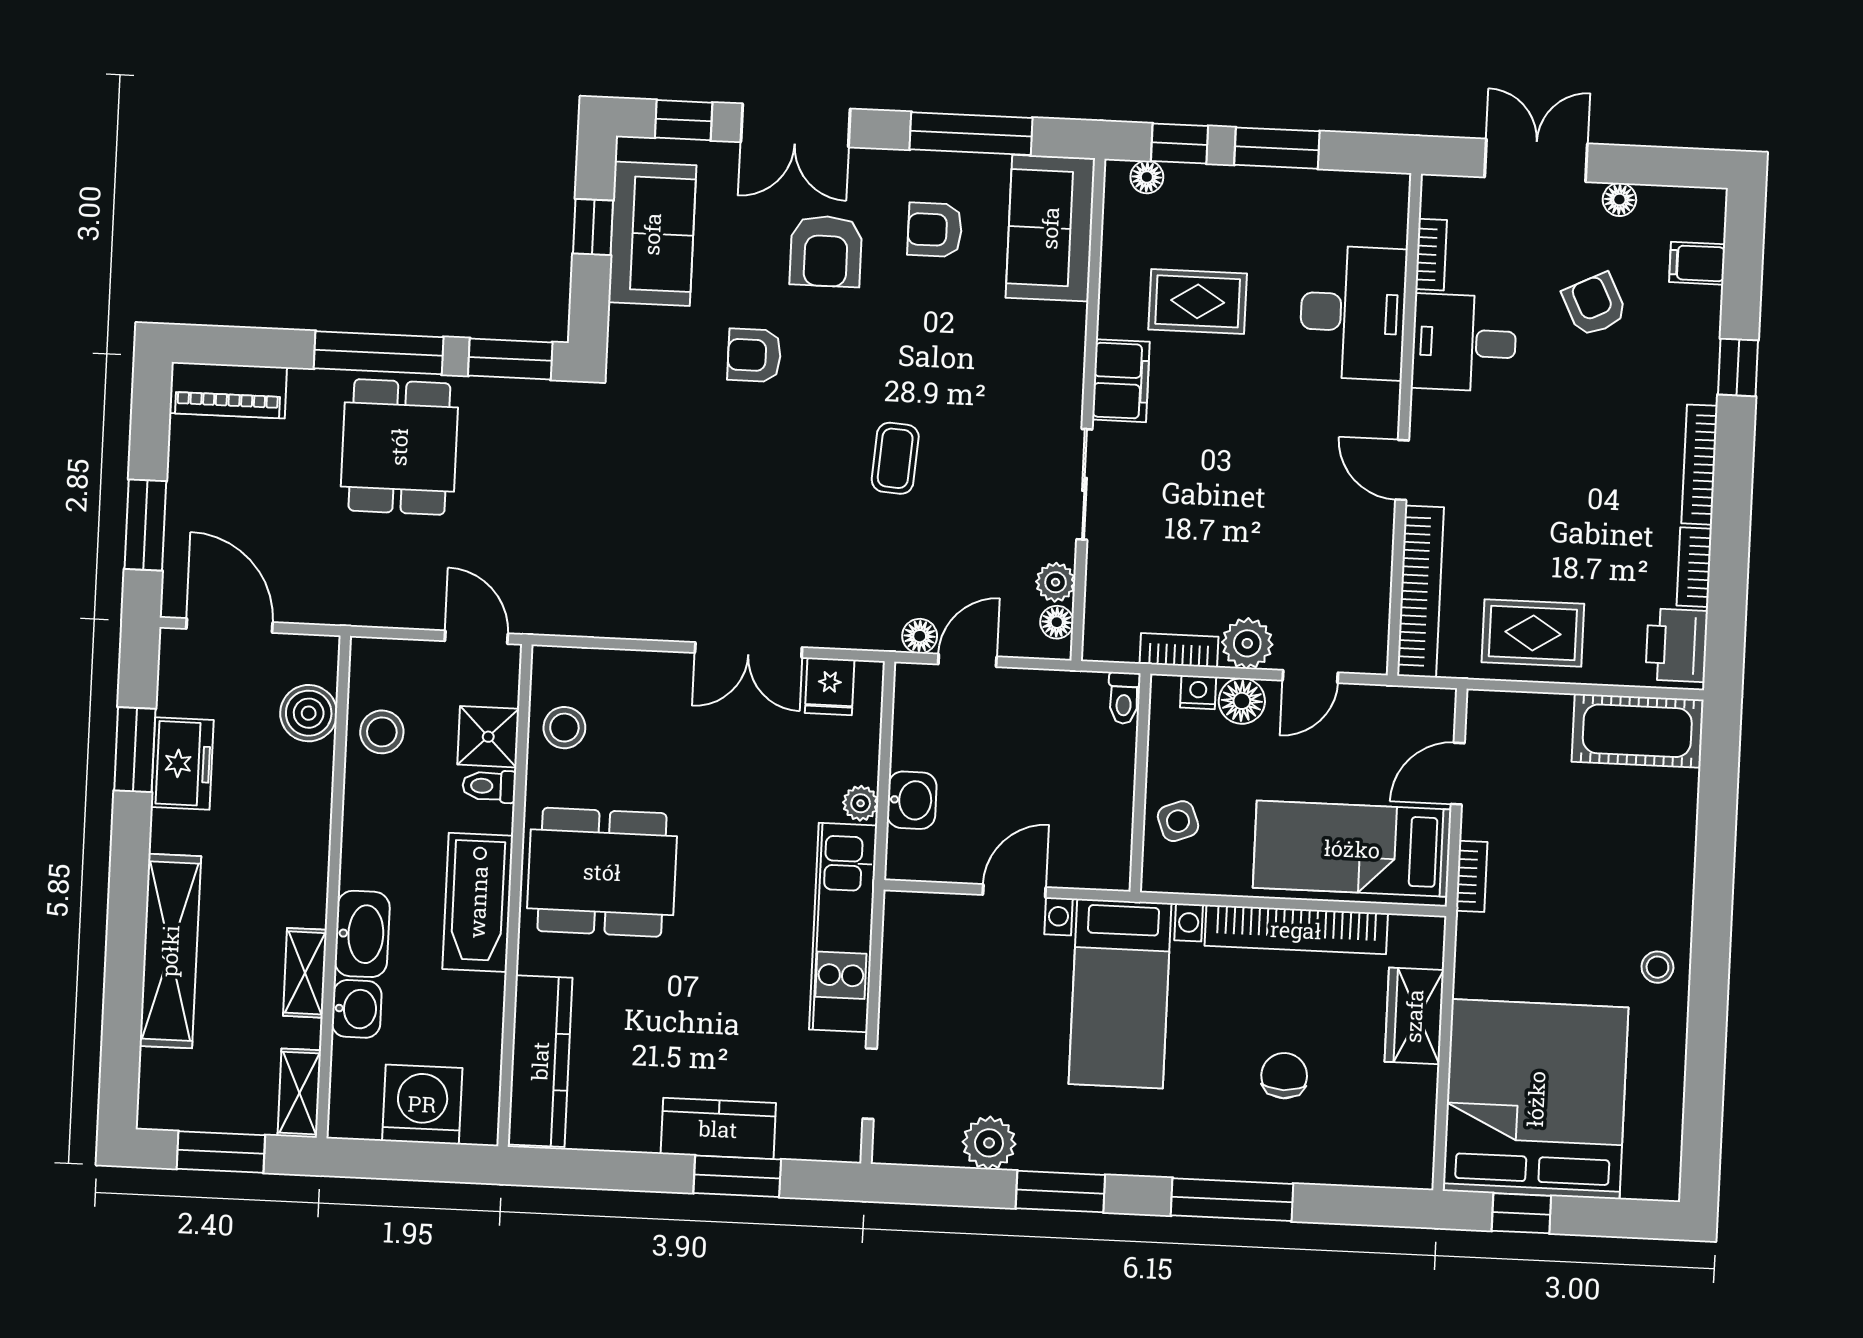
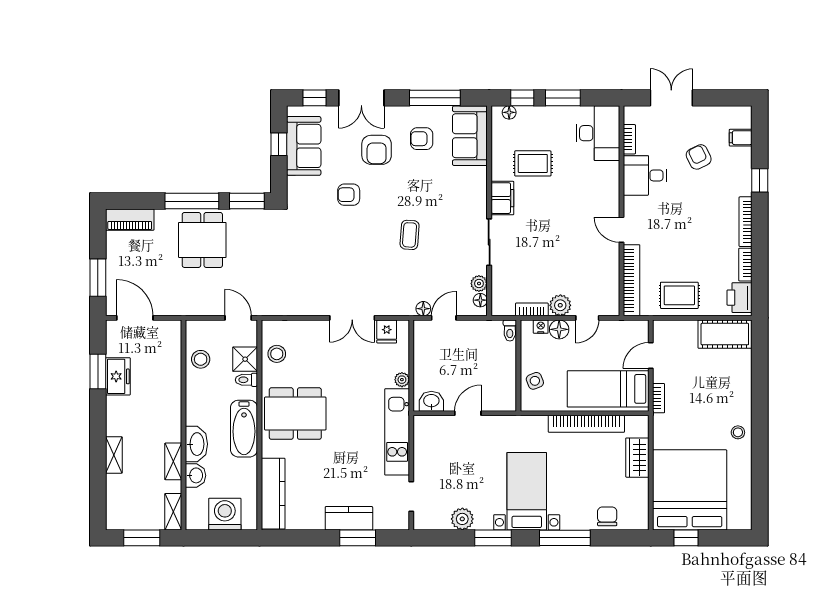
floor lamp: (1619, 200) -> (707, 113), removed
desk: (1353, 313) -> (598, 133), moved
boiler: (309, 713) -> (170, 353), removed
washbasin: (912, 800) -> (431, 401), moved, turned -90
shelving: (170, 951) -> (114, 455), width x0.45, depth x0.75
bed with nightstands: (1120, 994) -> (527, 491), moved, turned 180
chair: (1284, 1076) -> (607, 516), moved

